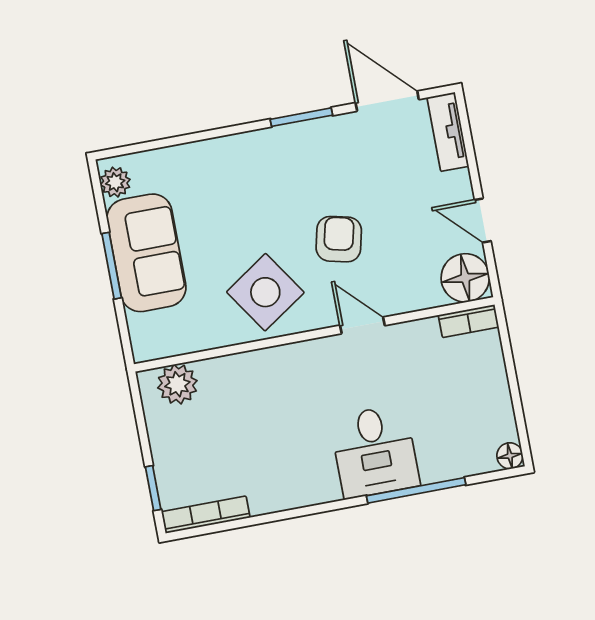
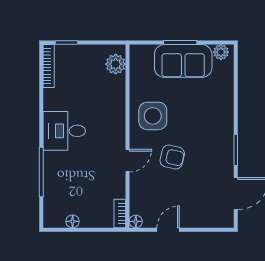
tv unit: (448, 132) -> (215, 221), removed
floor lamp: (465, 278) -> (136, 221), width x0.53, depth x0.53
side table: (265, 292) -> (153, 116), turned 34
desk: (375, 451) -> (64, 131), moved
floor lamp: (510, 456) -> (73, 221), moved

